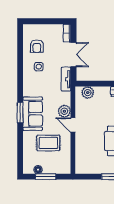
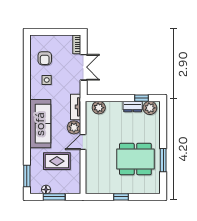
tv unit: (66, 79) -> (76, 107), moved
window: (20, 113) -> (27, 176), moved
sofa: (33, 114) -> (40, 124), width x1.36
door: (73, 125) -> (83, 142), hinge flipped

